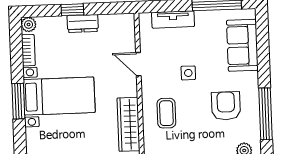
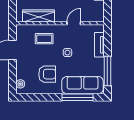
sofa: (242, 45) -> (83, 85), width x1.36
window: (265, 114) -> (77, 97), moved

